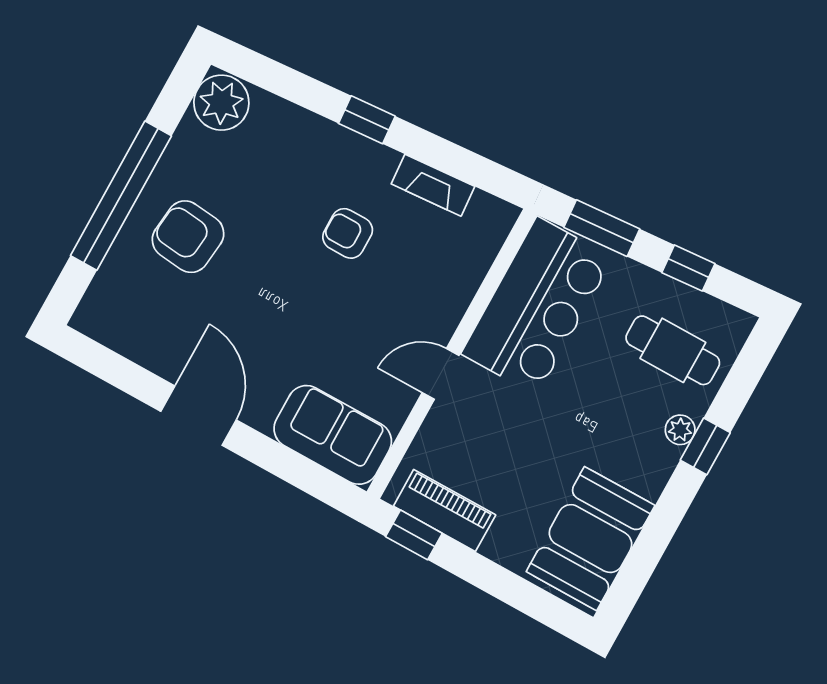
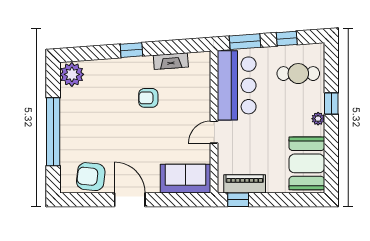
armchair: (188, 237) -> (91, 177), moved
plant: (680, 430) -> (318, 119), moved

